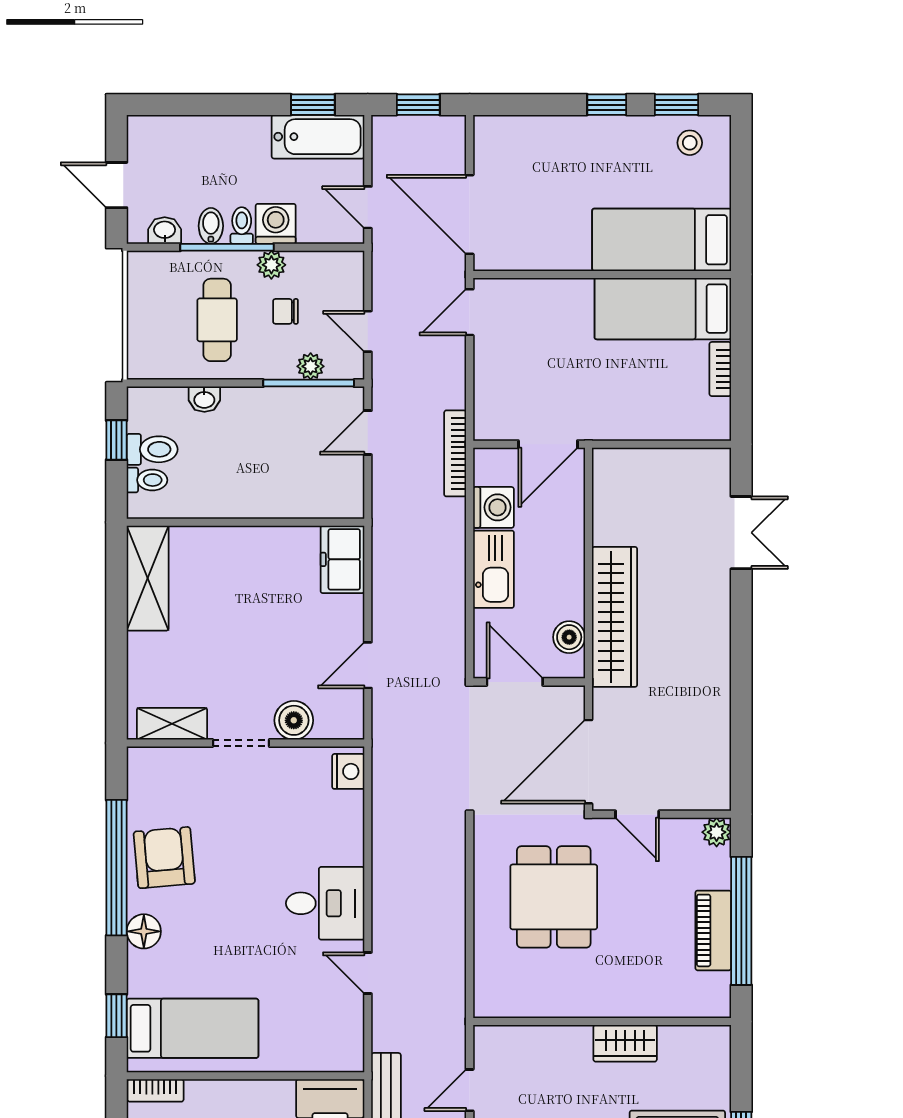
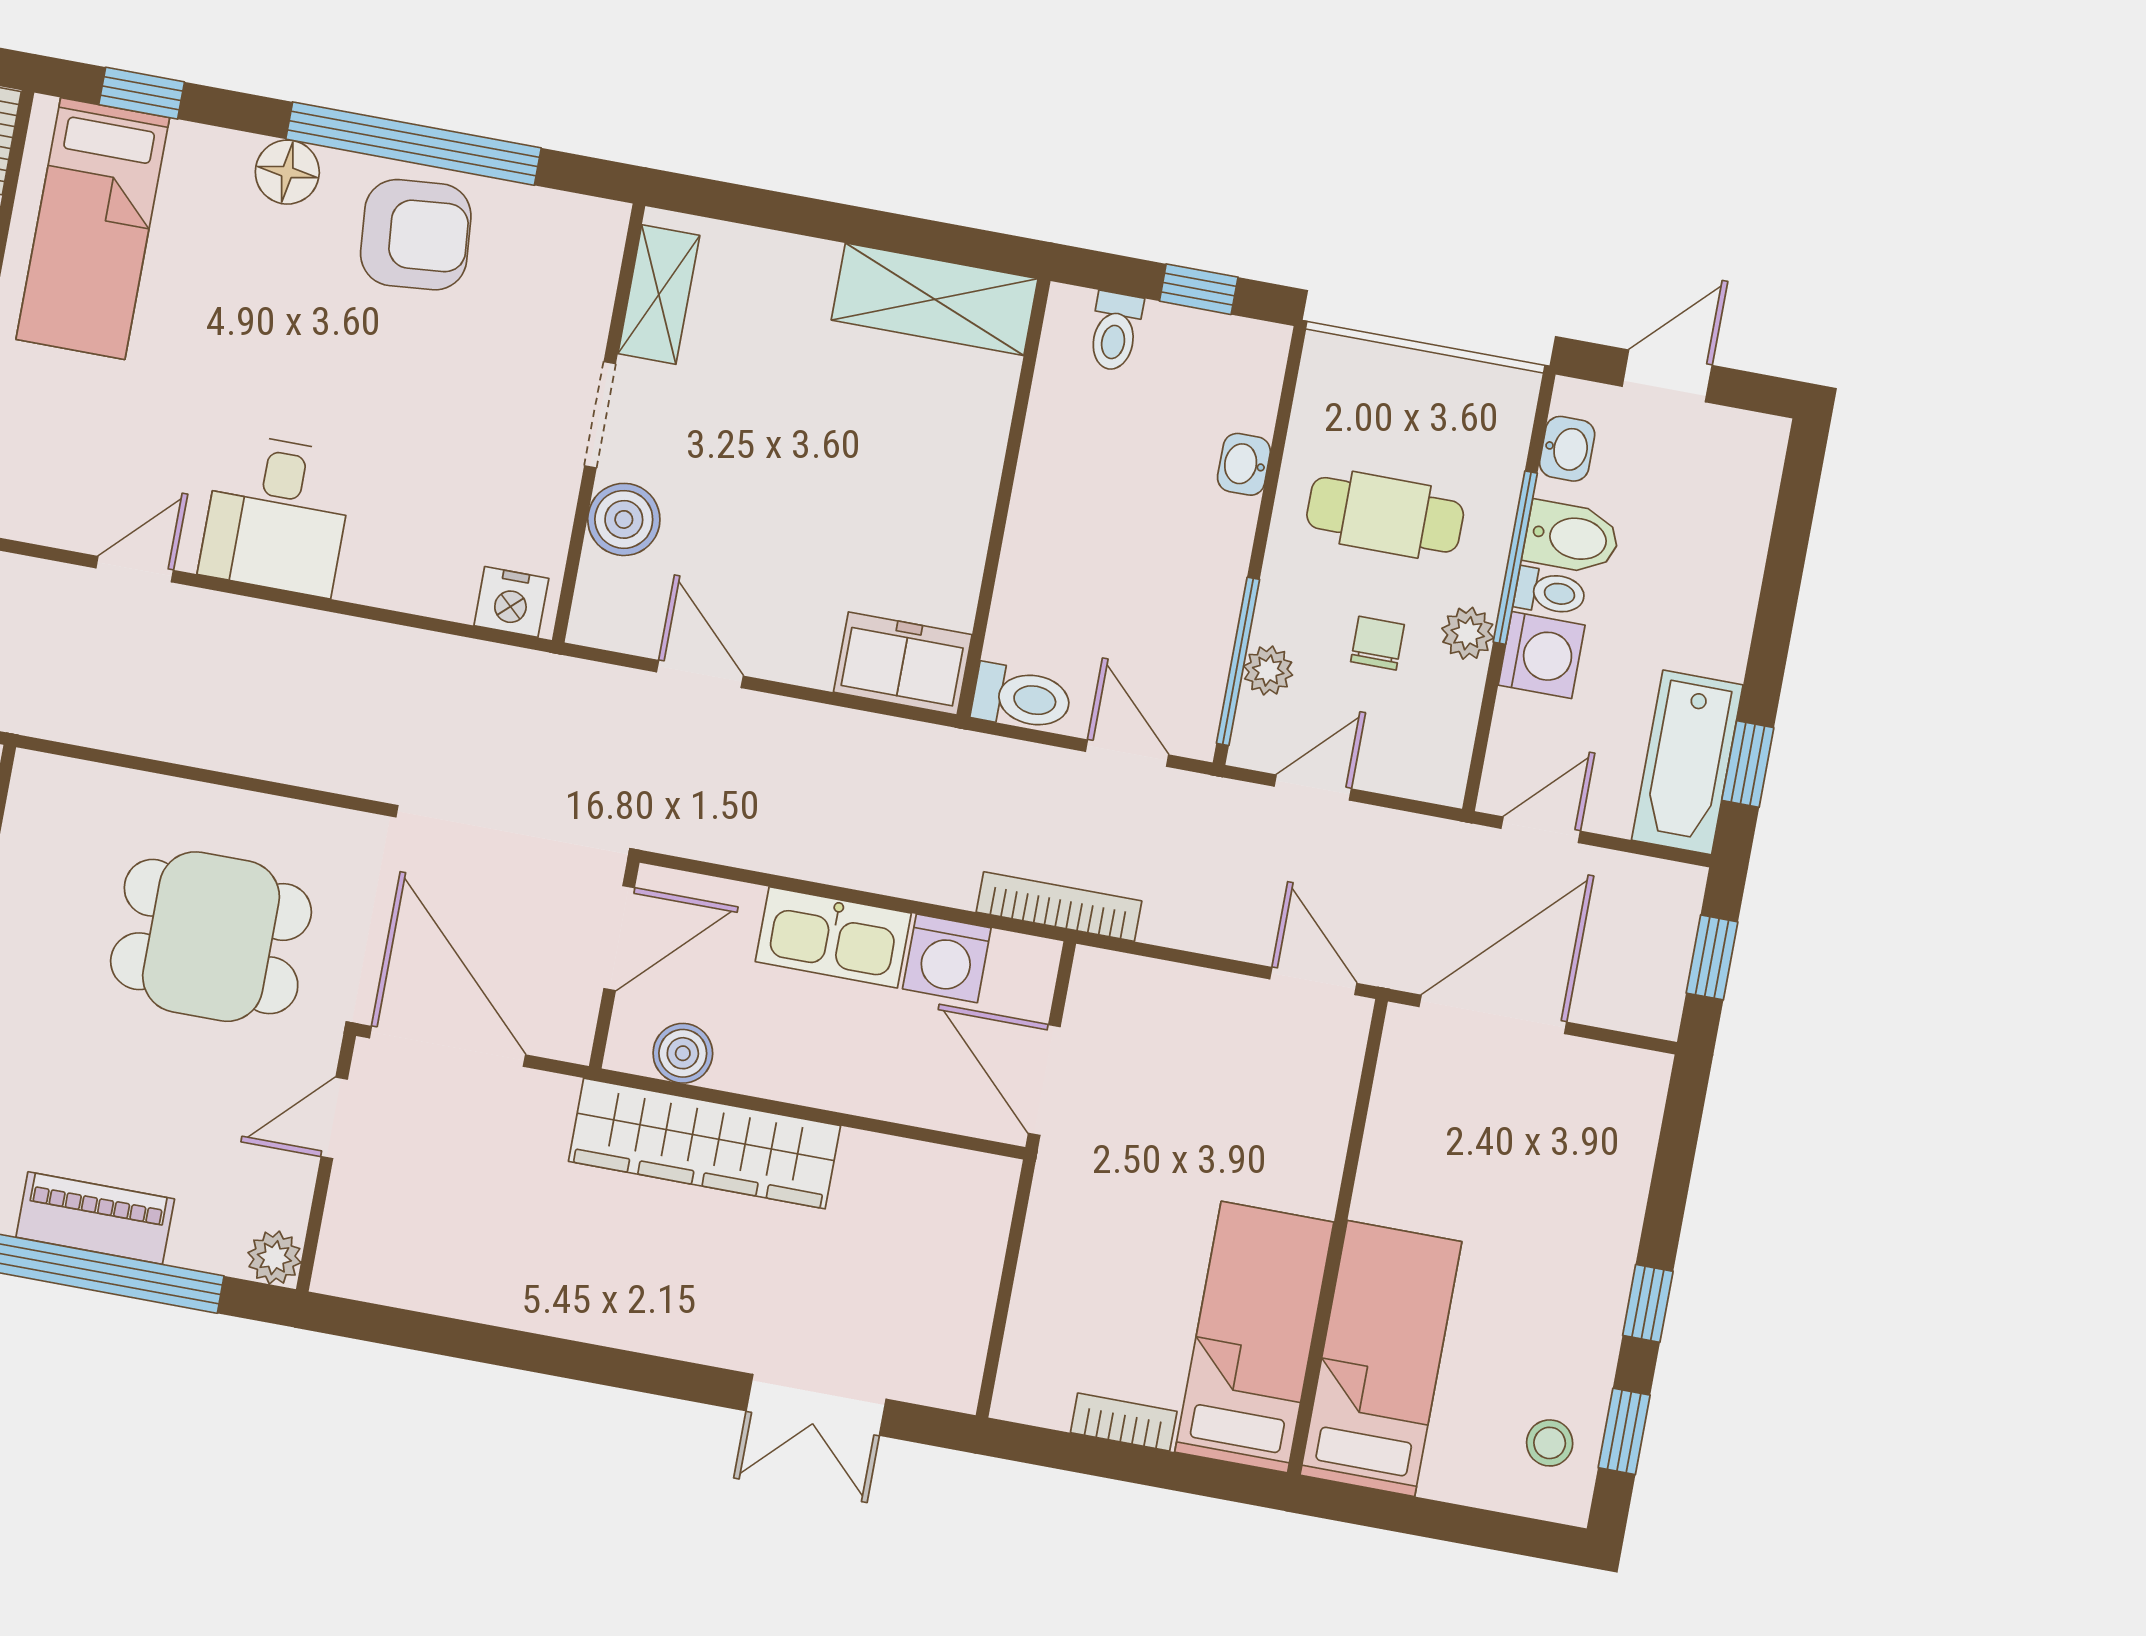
bidet: (211, 226) -> (1572, 538), width x1.38, depth x1.36
toilet: (152, 449) -> (1022, 698), moved, turned -90

